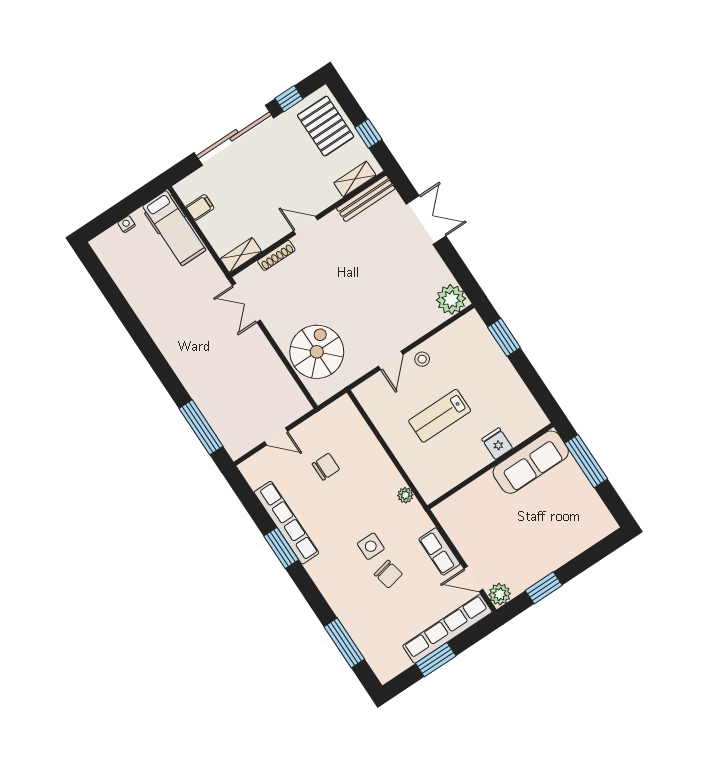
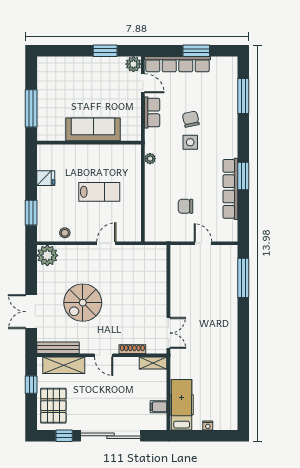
shelving: (355, 179) -> (64, 365), width x1.50, depth x1.33
spiral stairs: (317, 352) -> (83, 303), moved
stool: (422, 359) -> (65, 233), moved
fridge: (497, 444) -> (46, 178), moved, turned -90
sofa: (531, 462) -> (93, 129), moved

